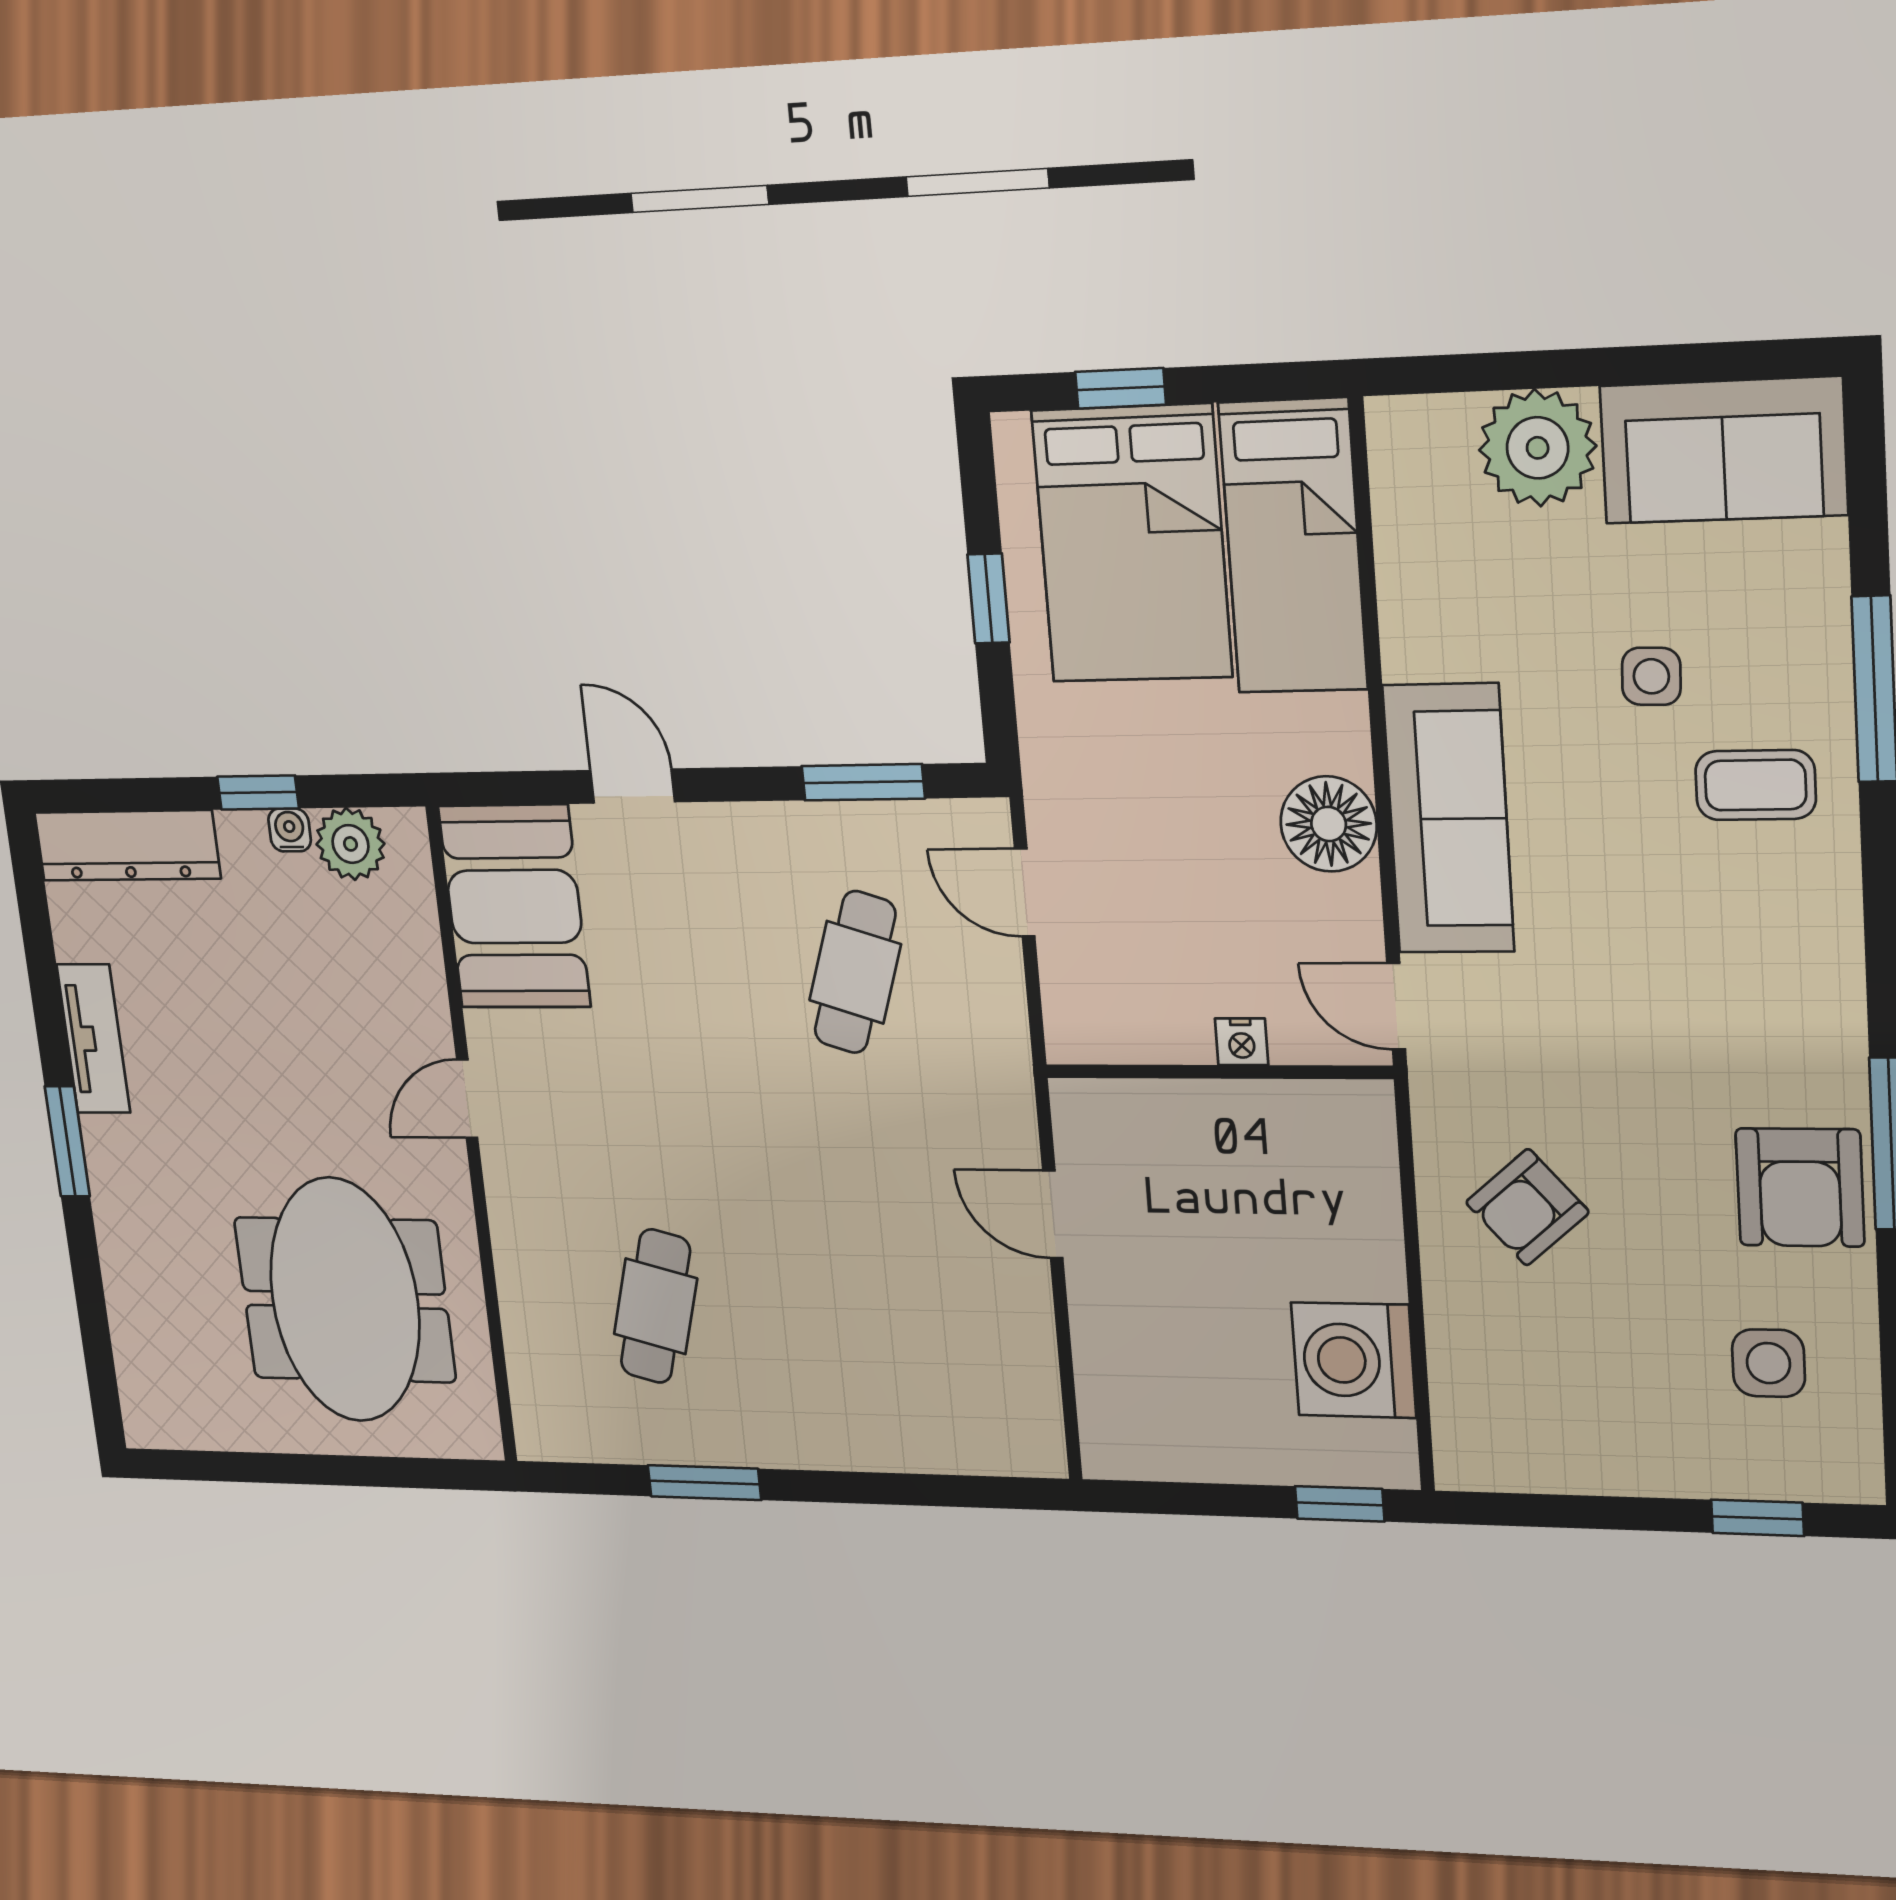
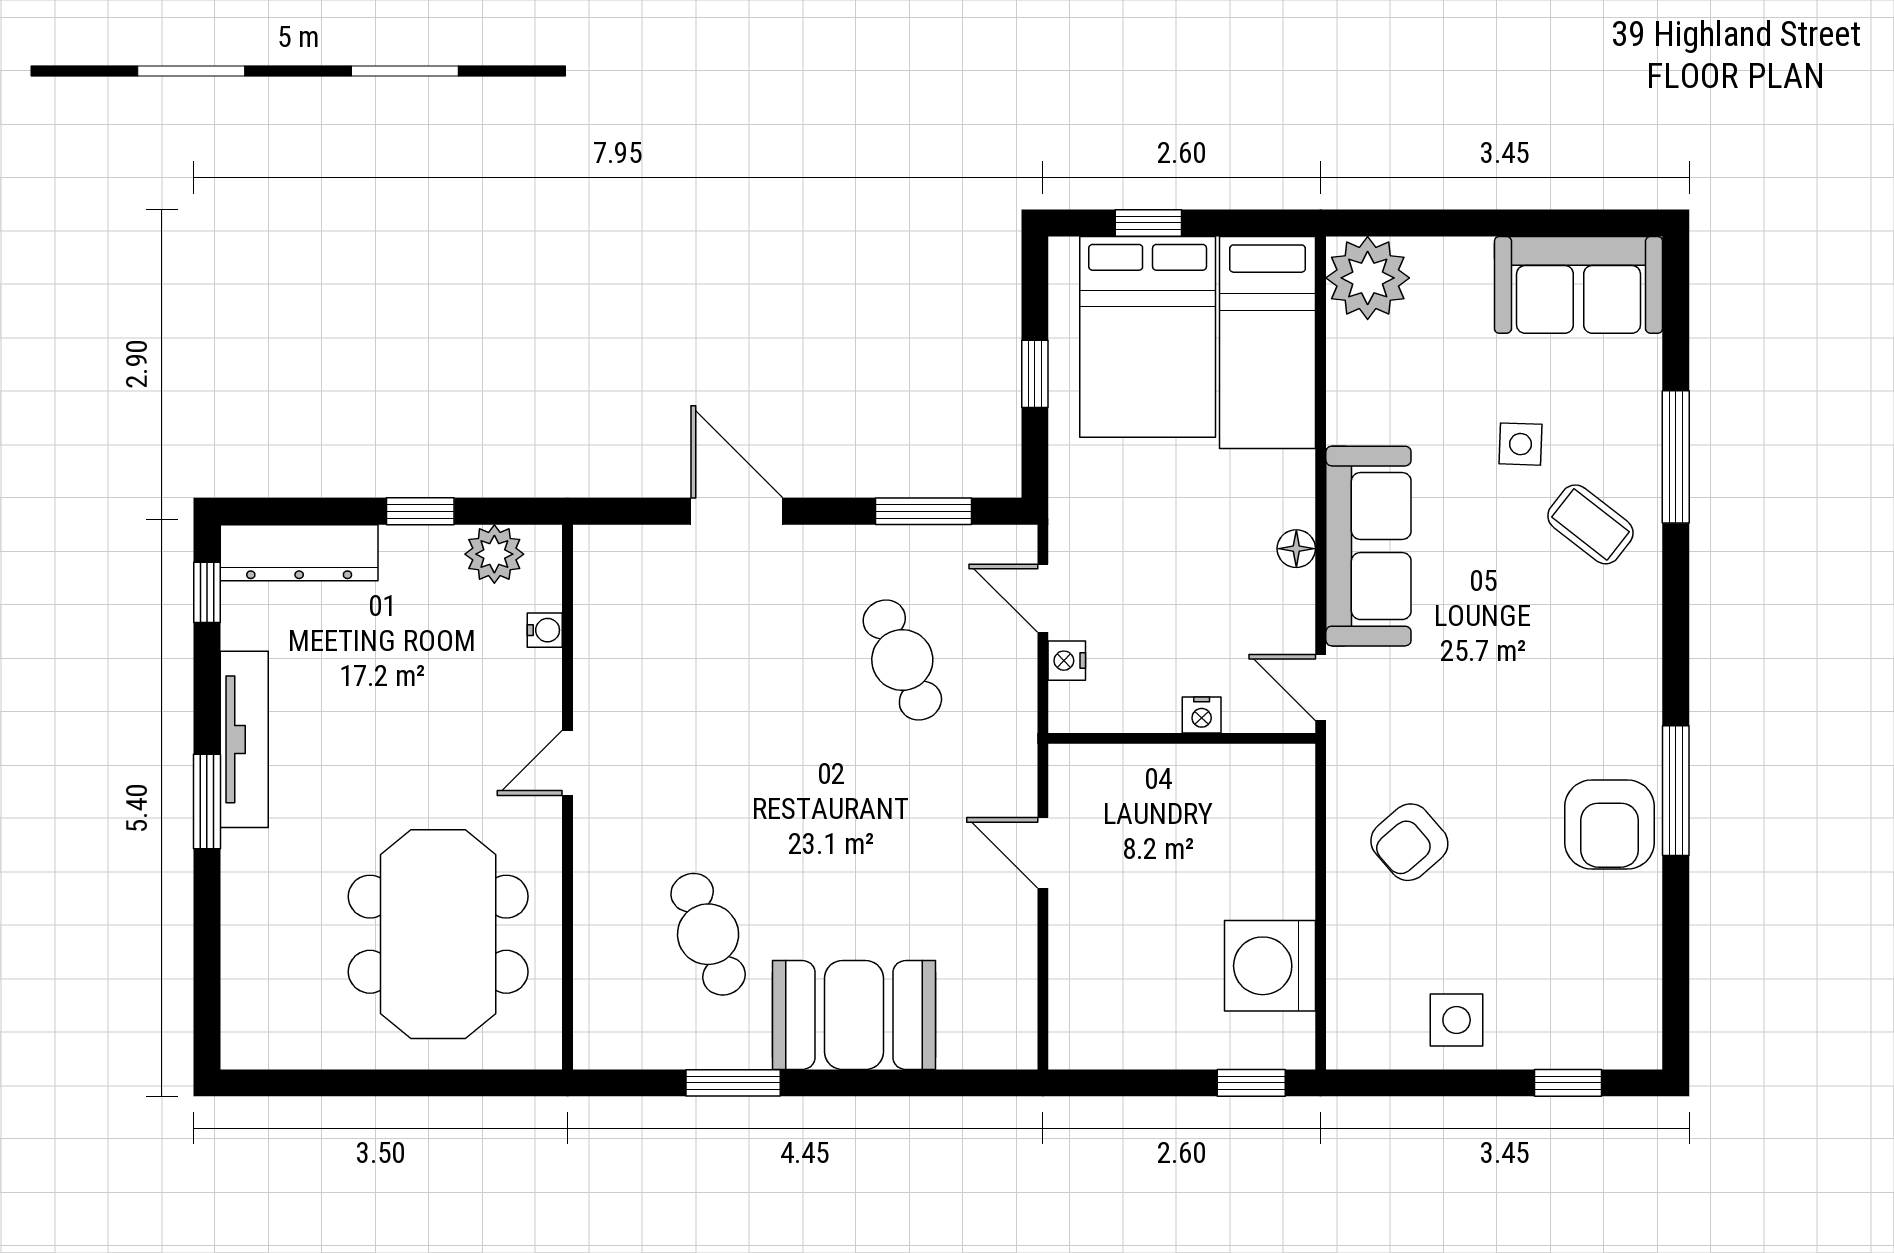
plant: (1538, 448) -> (1368, 278), moved
coffee table: (1756, 785) -> (1590, 524), turned 38
door: (633, 786) -> (737, 511), width x1.38
floor lamp: (1329, 824) -> (1296, 549), width x0.53, depth x0.53
water cooler: (290, 830) -> (545, 630), moved, turned 90
window: (31, 894) -> (207, 592), added
booth: (514, 907) -> (854, 1015), moved, turned 90
cafe table: (855, 972) -> (902, 660), turned -42
nightstand: (1062, 972) -> (1067, 661), added
tv unit: (93, 1039) -> (244, 739), width x1.41
cafe table: (656, 1306) -> (708, 934), turned -36
side table: (1768, 1363) -> (1457, 1020), moved

